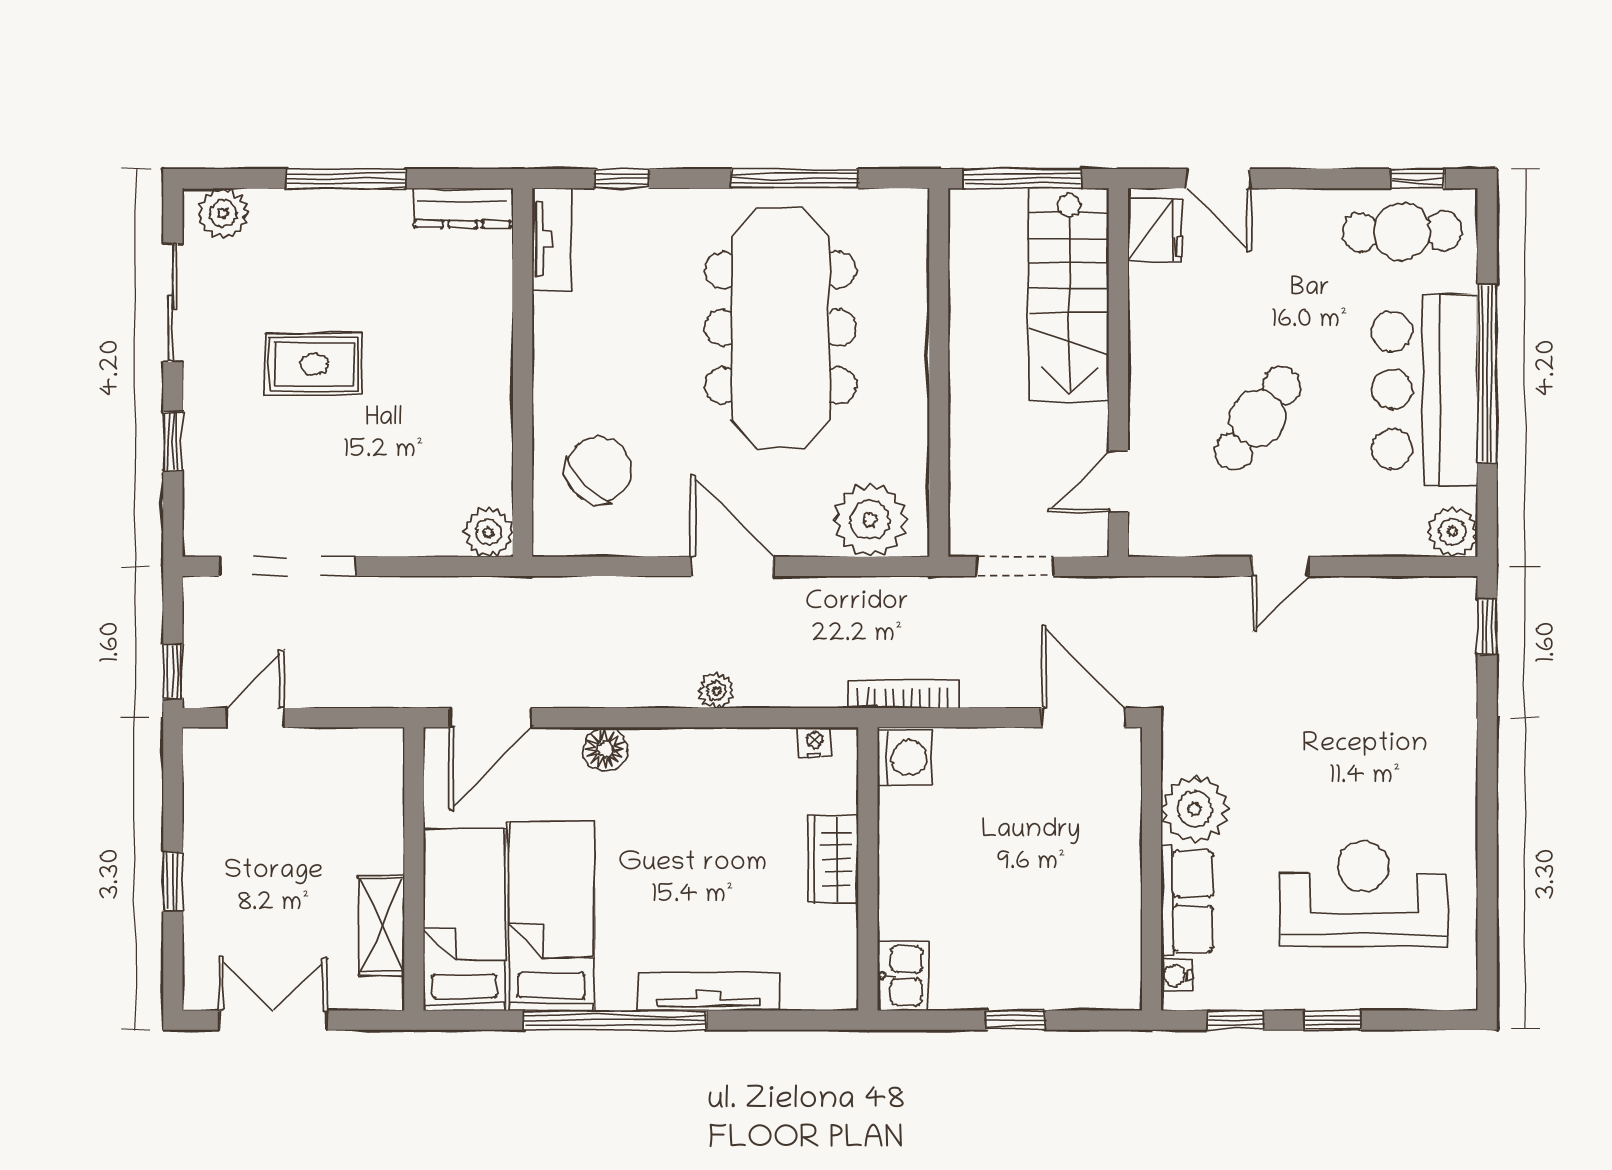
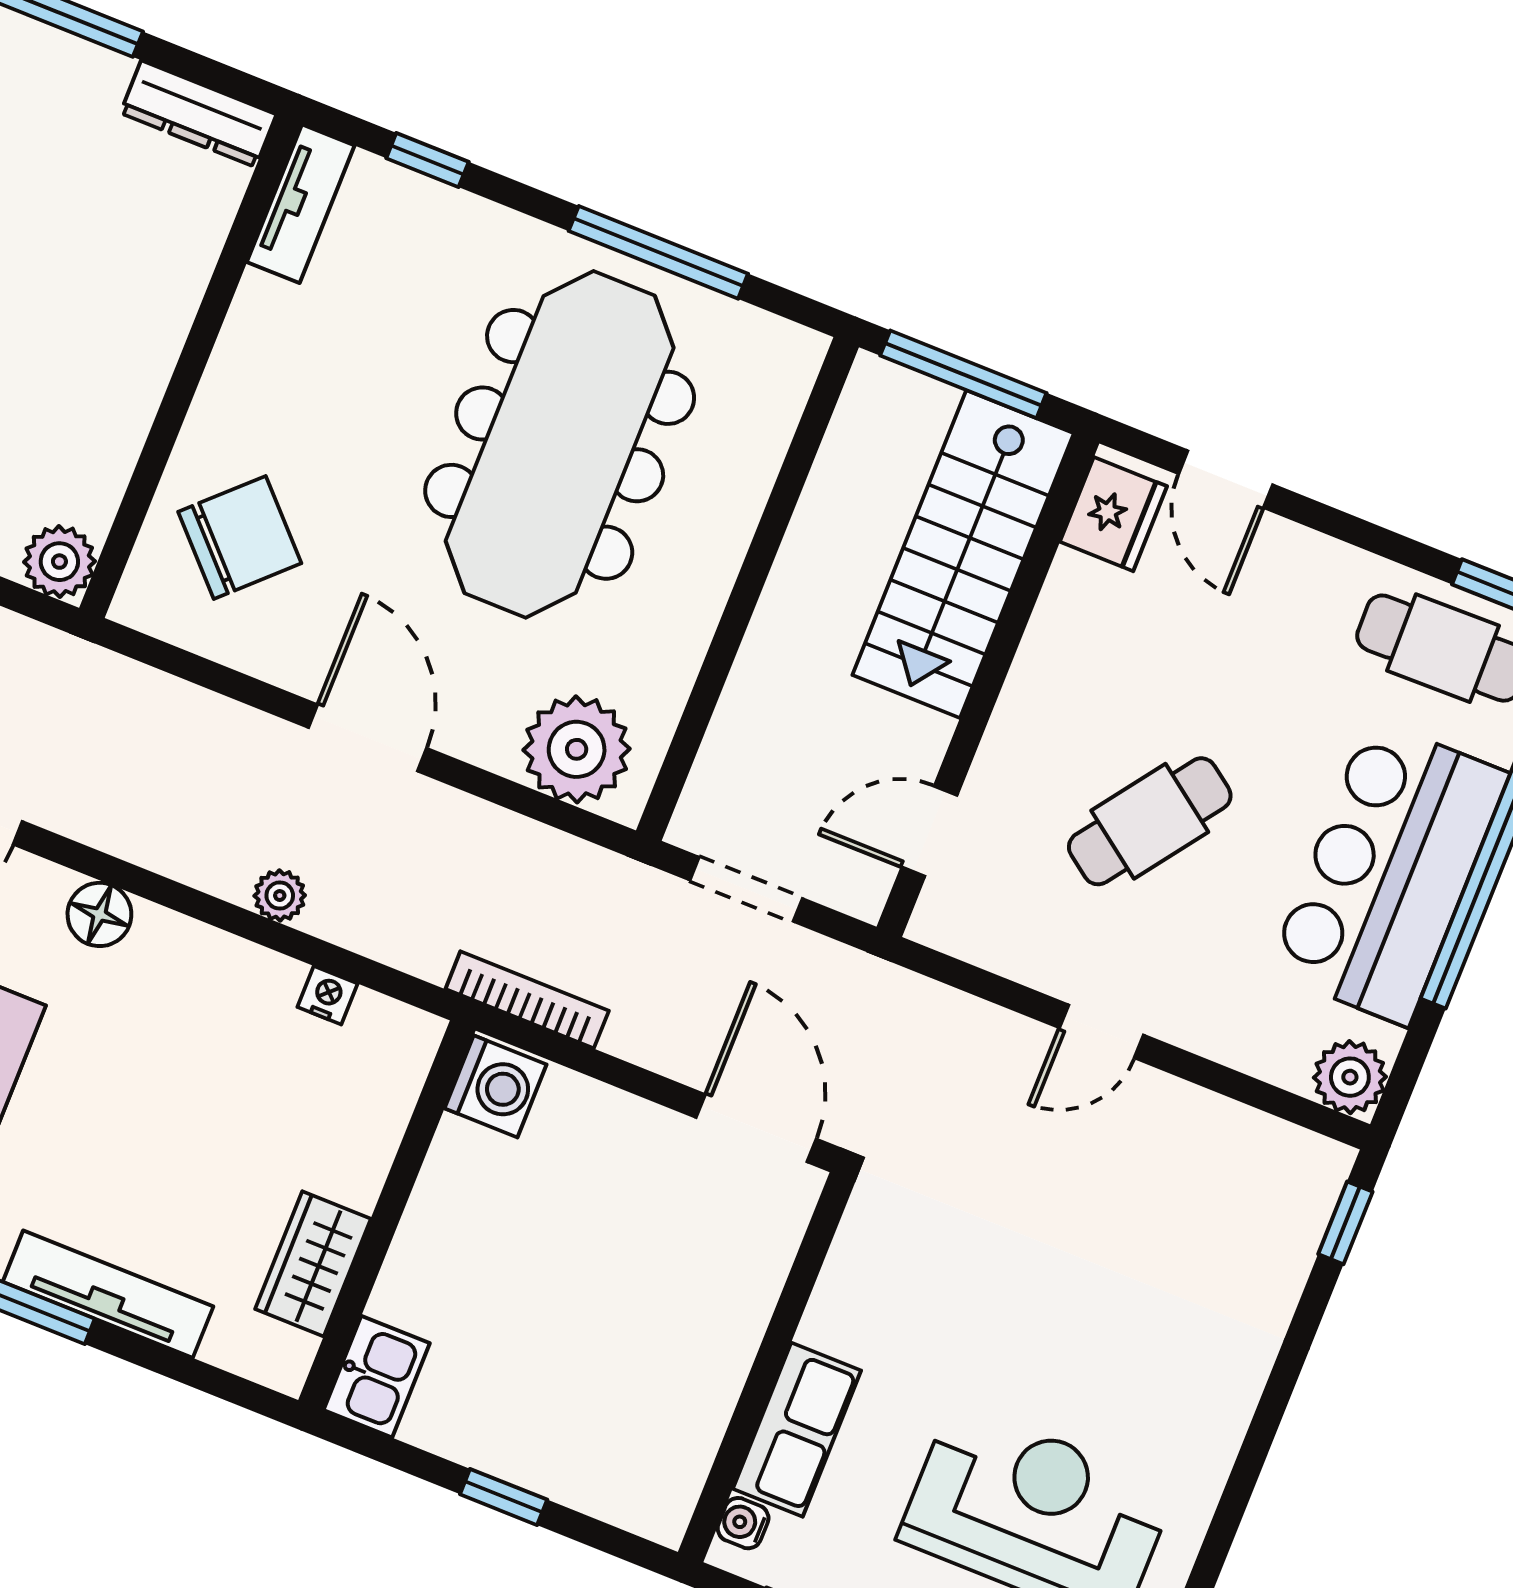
nightstand: (815, 742) -> (328, 995), moved
plant: (1195, 809) -> (856, 1310), removed
wardrobe: (833, 859) -> (313, 1264), moved

